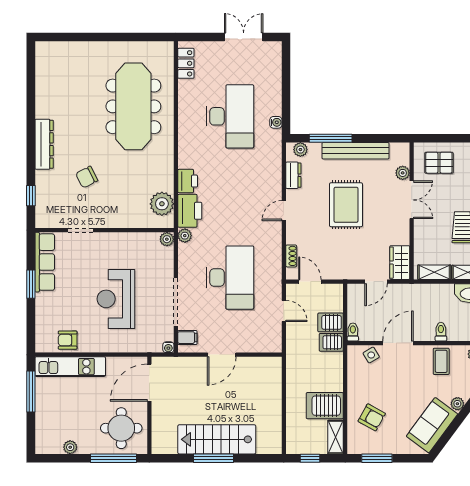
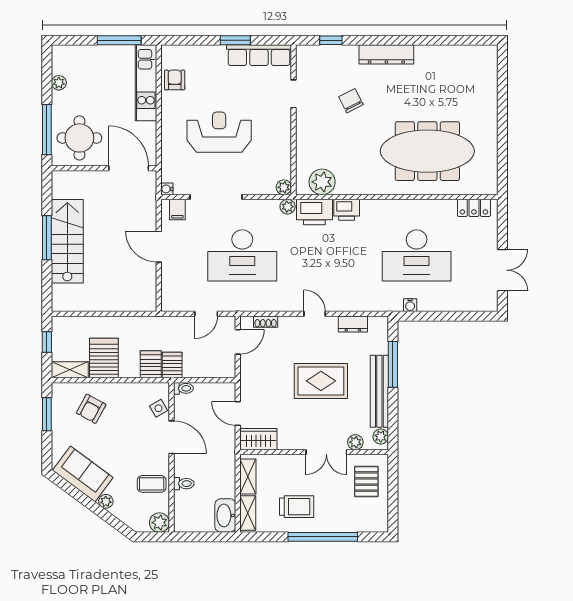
plant: (300, 150) -> (381, 436), moved
server rack: (331, 322) -> (151, 364), moved

